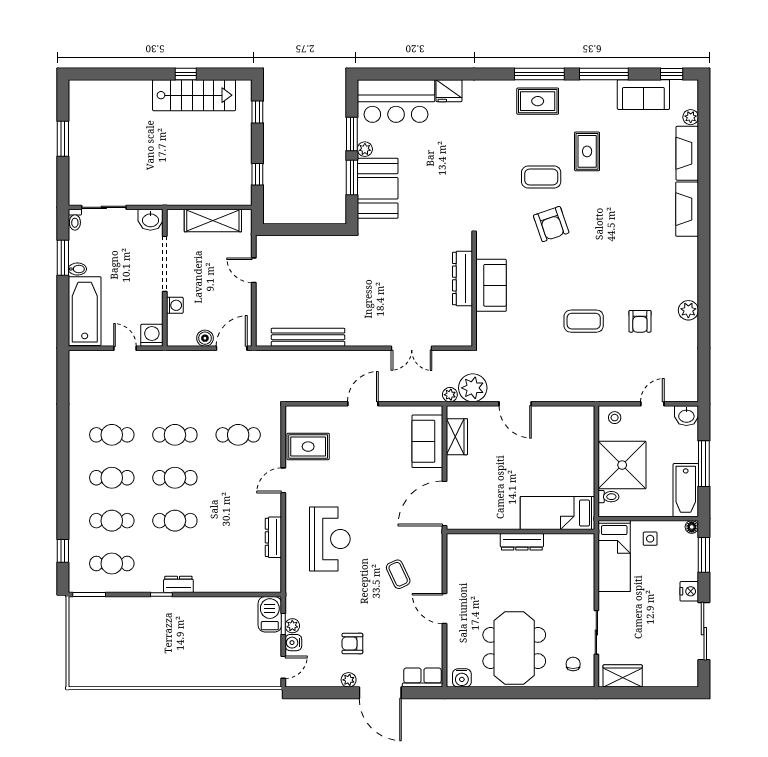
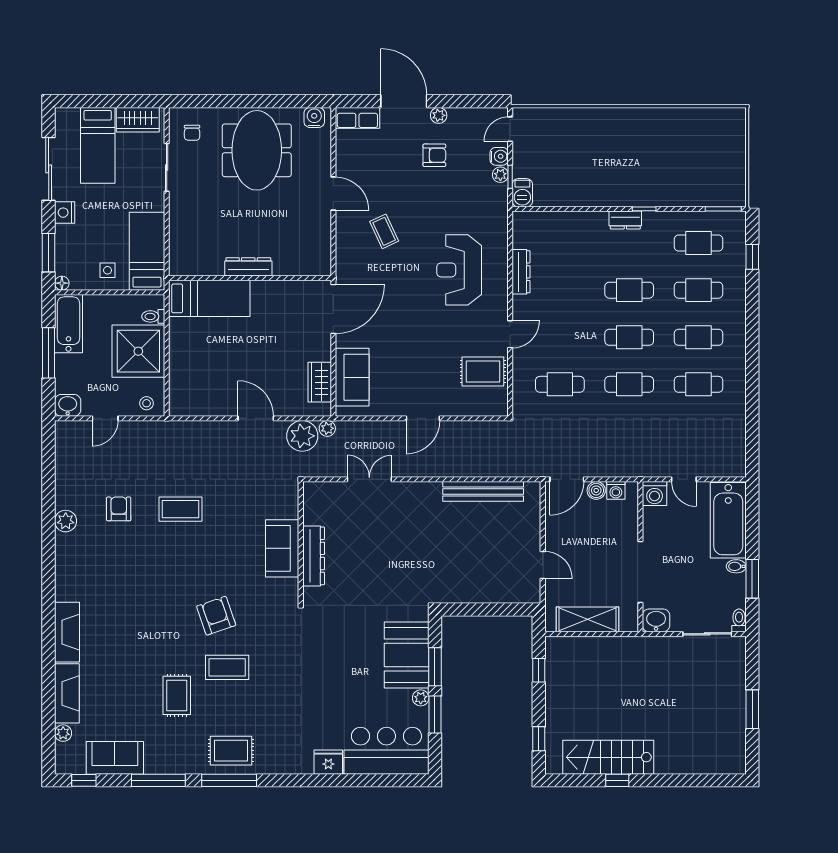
washing machine: (175, 305) -> (616, 490), moved, turned -90
barbecue: (270, 614) -> (522, 193), width x0.73, depth x0.79
bed: (659, 653) -> (98, 145), added

